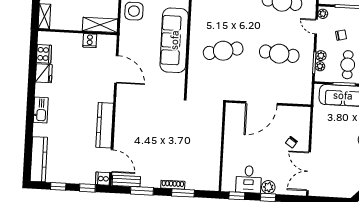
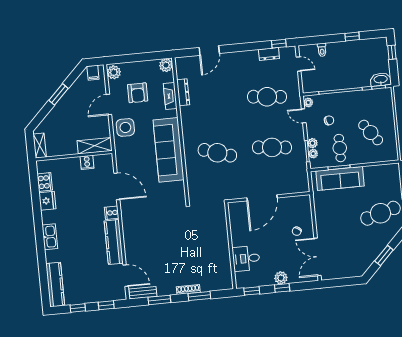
cafe table: (223, 51) -> (217, 153), turned 30
cooker: (103, 179) -> (112, 213), moved
desk: (249, 179) -> (246, 258), moved, turned 90

